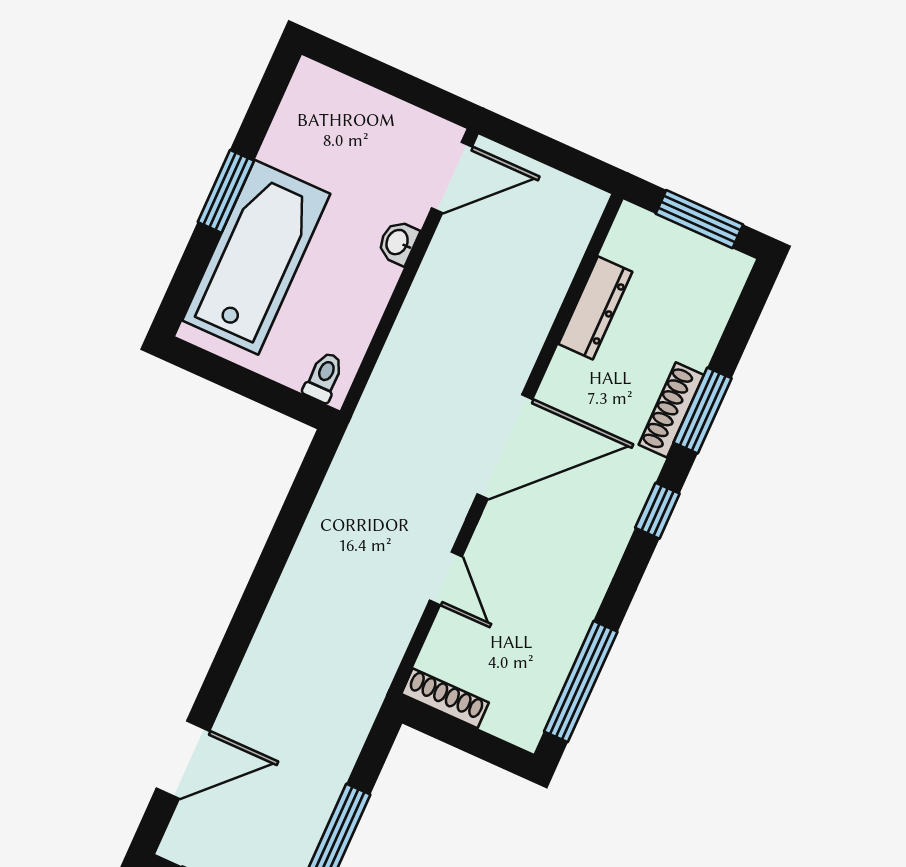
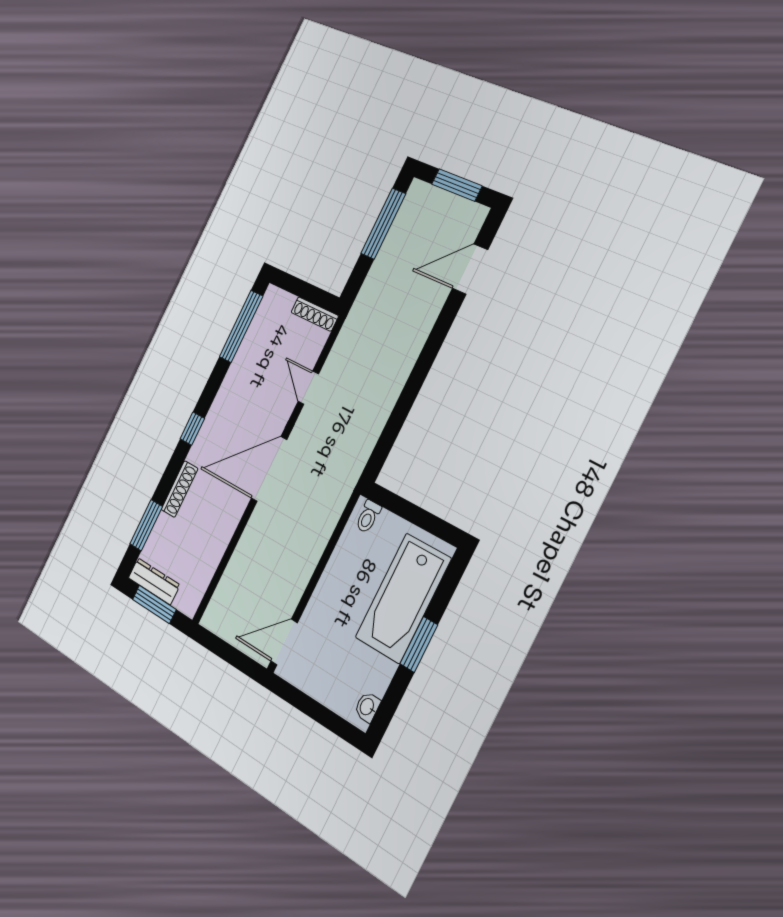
washbasin: (398, 242) -> (367, 707), moved, turned 180
dresser: (595, 308) -> (154, 581), moved, turned 90
window: (703, 411) -> (146, 525), moved

